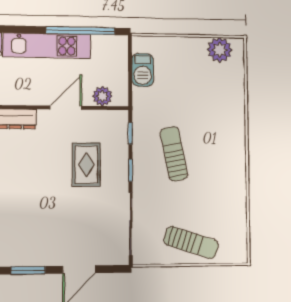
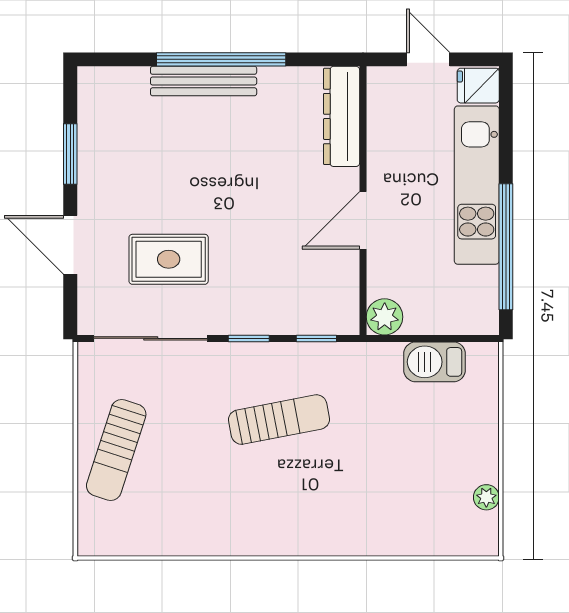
plant: (220, 50) -> (486, 497), width x0.53, depth x0.53
plant: (102, 96) -> (385, 317), moved
door: (66, 108) -> (363, 220), swing flipped
rug: (86, 165) -> (169, 259), moved

